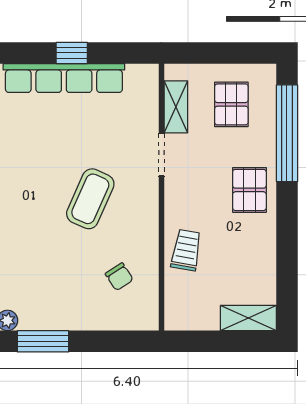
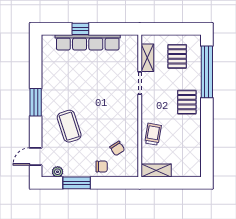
window: (72, 53) -> (80, 29), moved
coffee table: (90, 199) -> (69, 126), moved, turned -42
chair: (90, 311) -> (102, 167), added
shelving: (248, 318) -> (156, 170), moved

